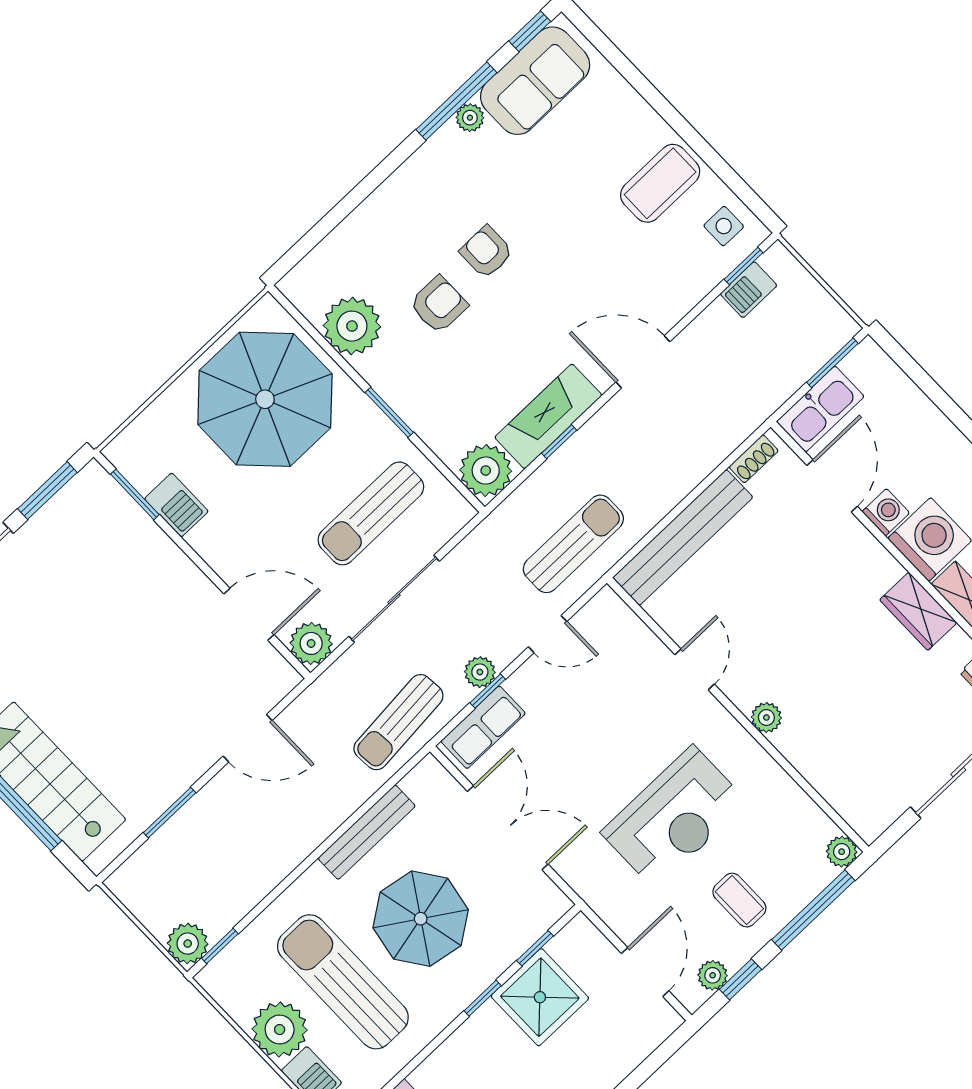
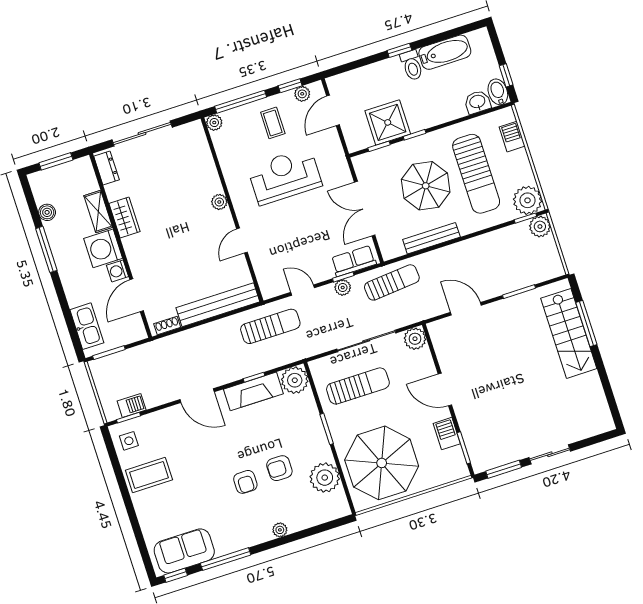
plant: (470, 118) -> (280, 530), moved
kitchen sink: (820, 409) -> (87, 326), moved, turned 90
sun lounger: (573, 544) -> (270, 326), turned 180
door: (249, 614) -> (445, 390), moved
plant: (280, 1030) -> (528, 200), moved

